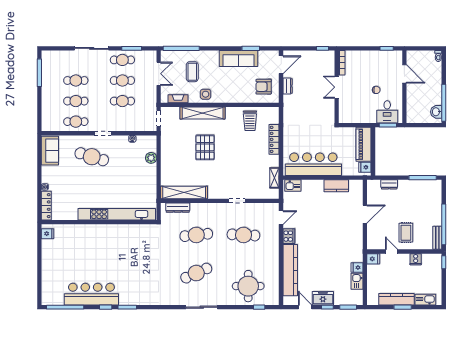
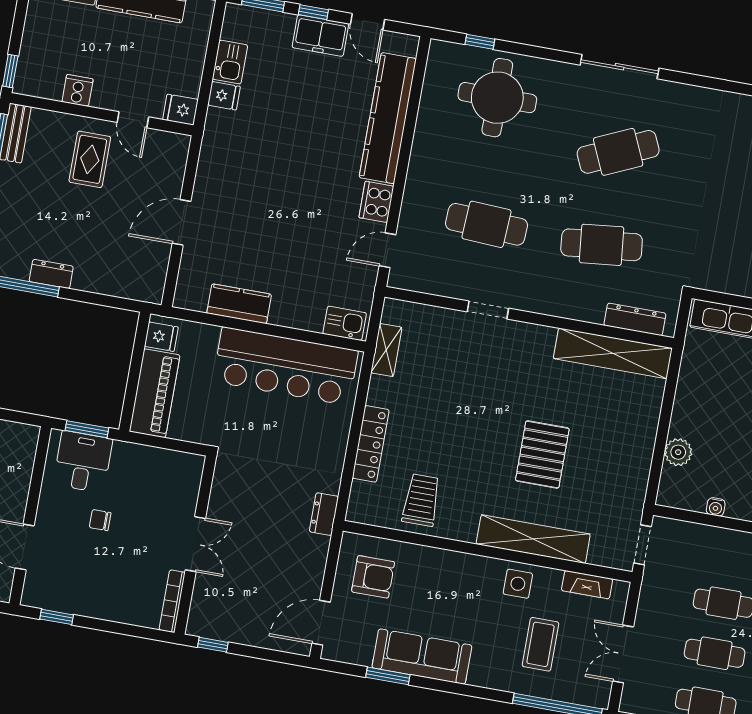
dresser: (288, 86) -> (324, 514), moved
dresser: (389, 184) -> (51, 274), moved

